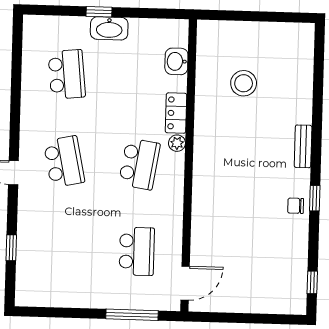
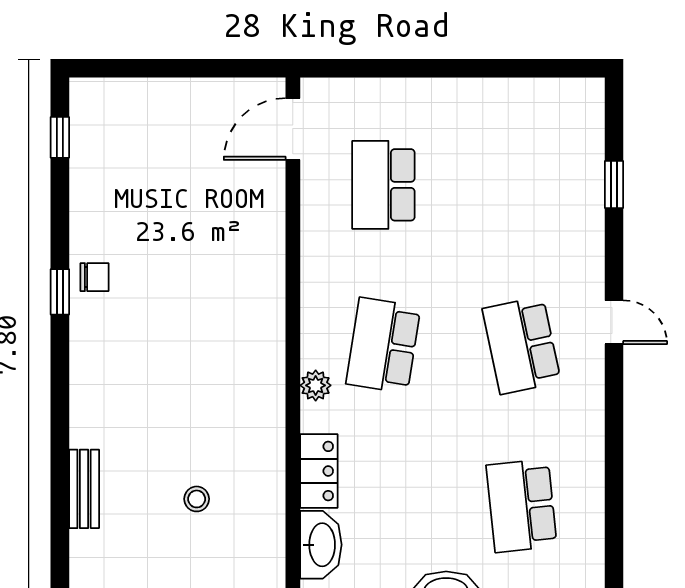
washbasin: (176, 61) -> (321, 545), width x1.38
stool: (244, 83) -> (197, 499), width x0.53, depth x0.53
locker: (176, 113) -> (319, 471), moved
bench: (303, 146) -> (84, 489), moved
window: (132, 315) -> (389, 68), removed

